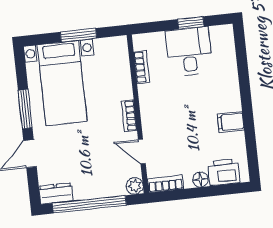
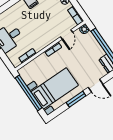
window: (78, 35) -> (29, 93), width x2.11

